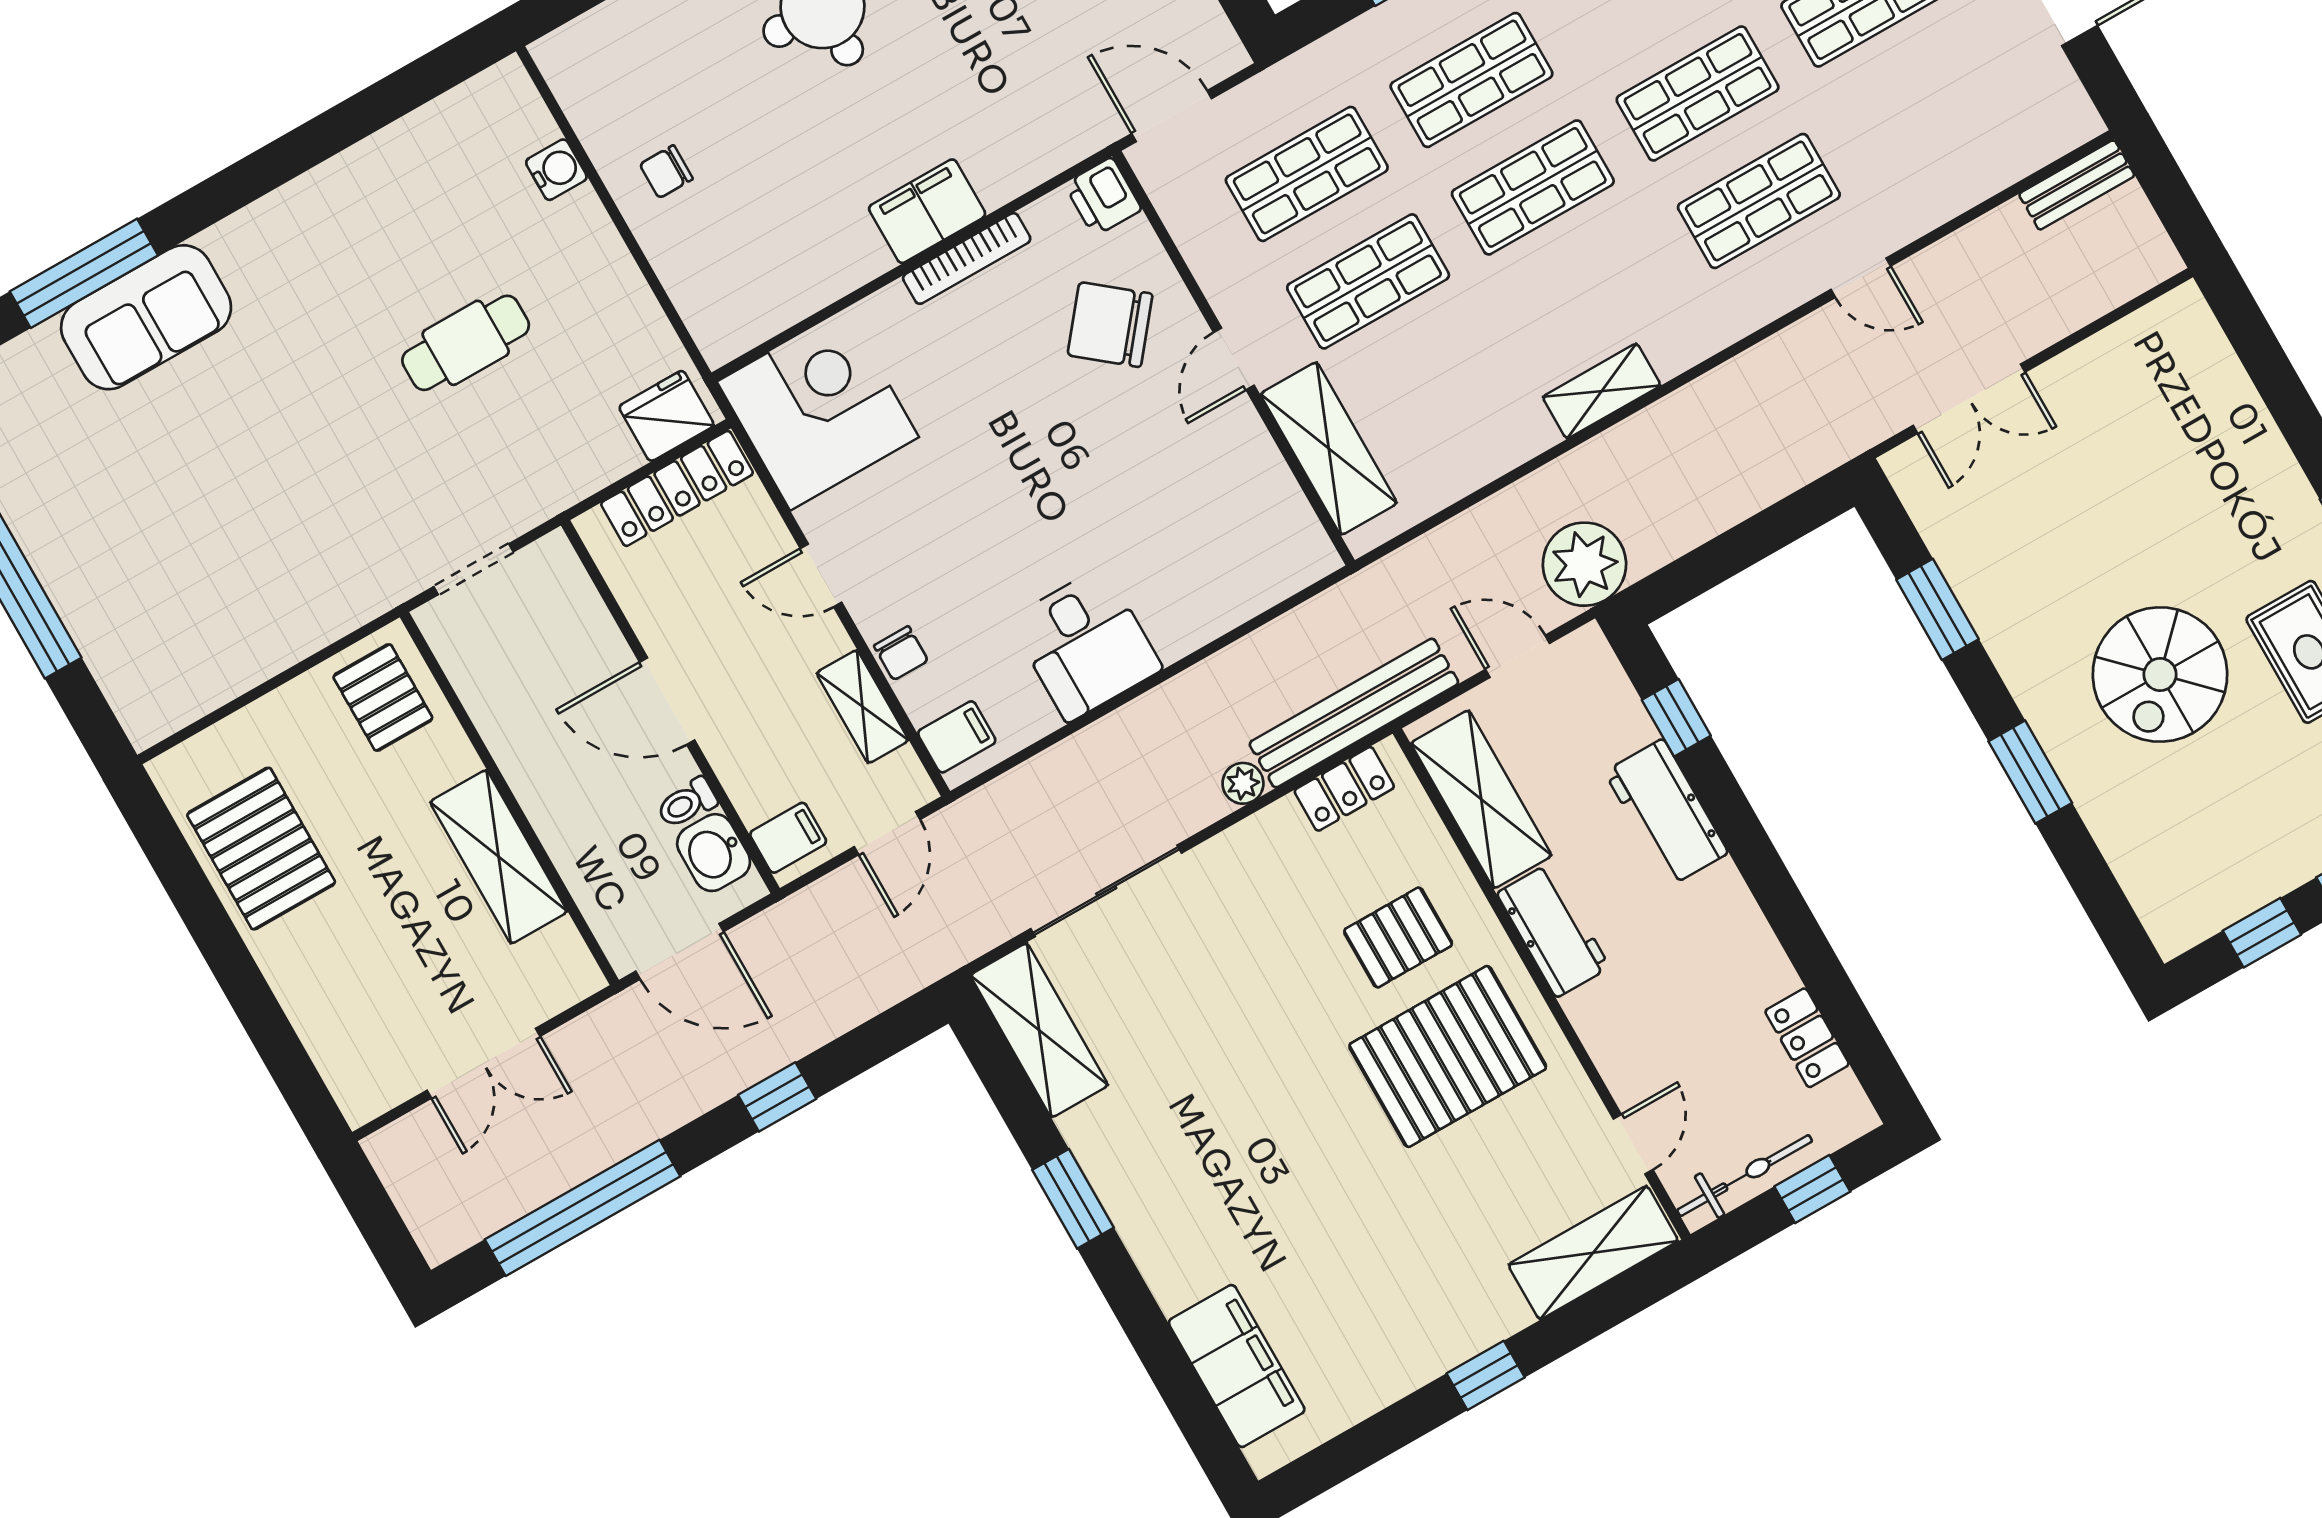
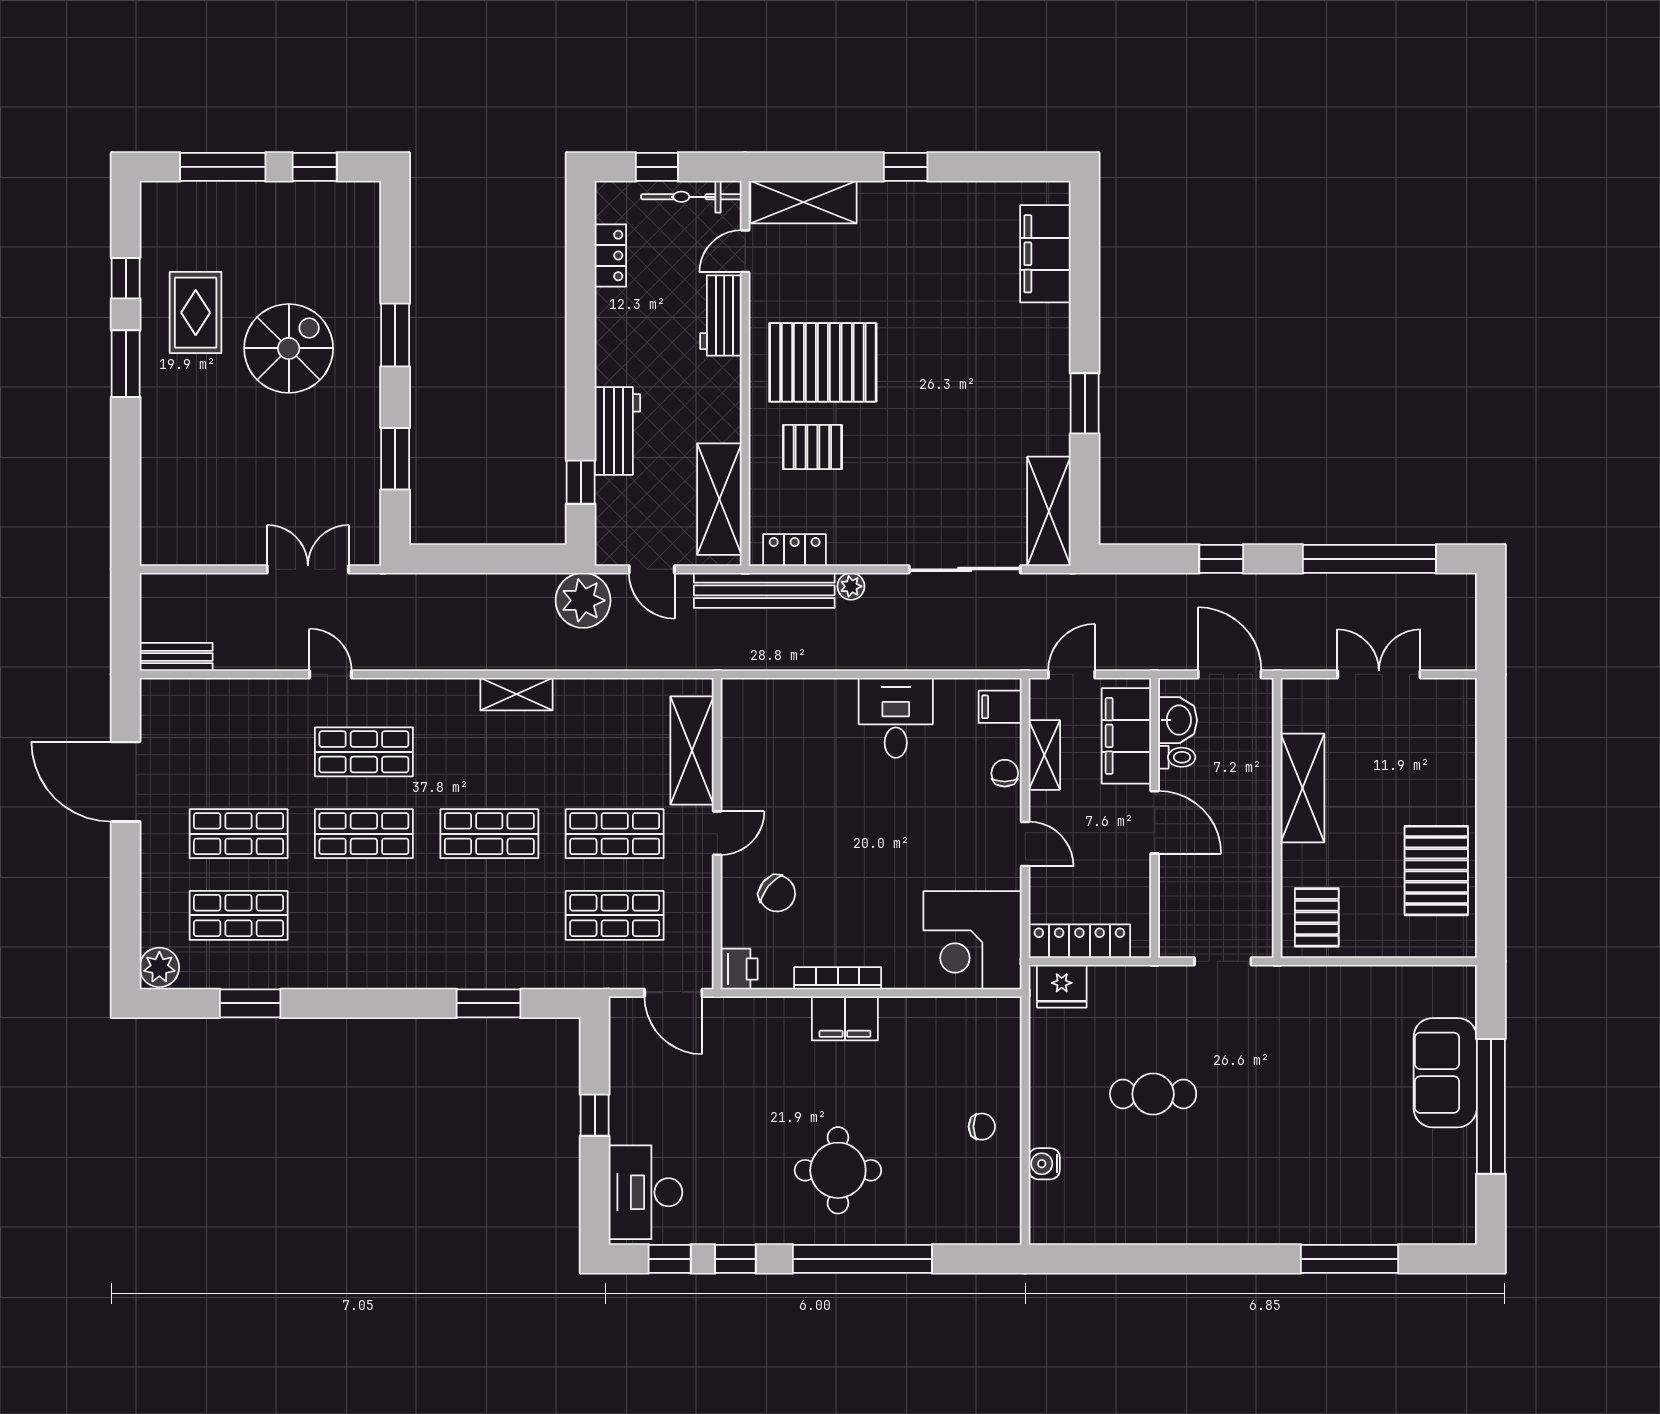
shop shelf: (1471, 80) -> (489, 915), removed
sofa: (146, 317) -> (1445, 1073), moved, turned -90
chair: (1110, 325) -> (777, 893), width x0.73, depth x0.73
filing cabinet: (788, 838) -> (1126, 736), width x3.00, depth x1.17
workbench: (1553, 930) -> (721, 315), moved

